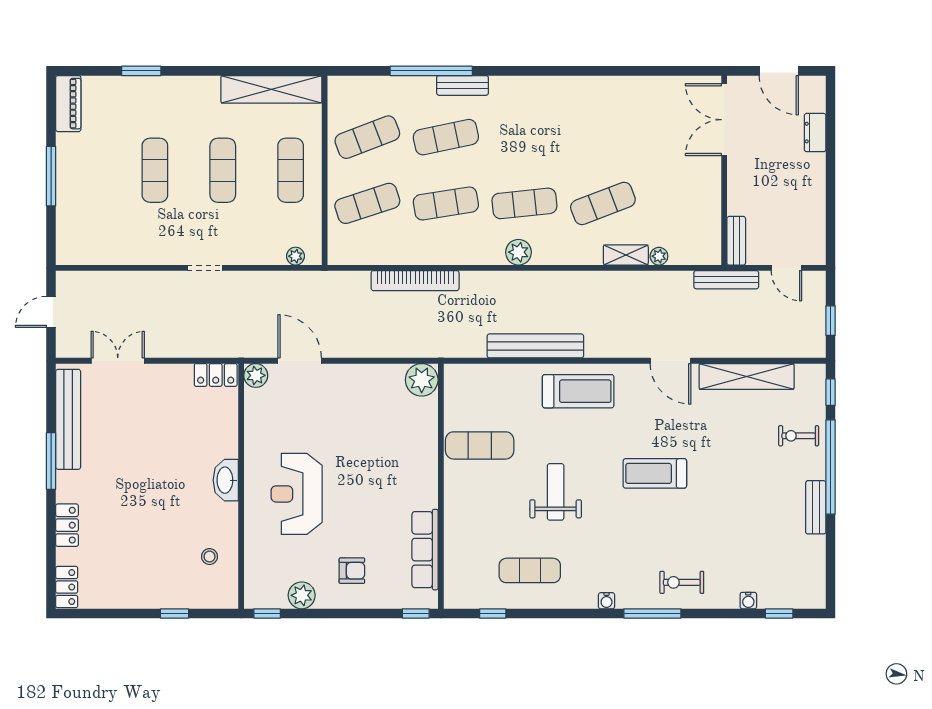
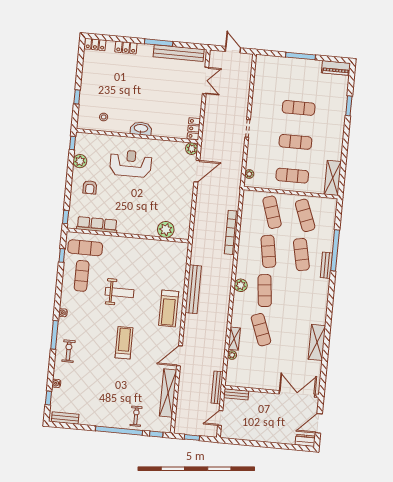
shelving: (271, 89) -> (333, 178), width x0.68
shelving: (618, 90) -> (317, 342), added
dresser: (815, 133) -> (305, 440), moved
plant: (422, 380) -> (166, 230), moved
exercise mat: (480, 445) -> (85, 248), moved, turned 90
bench: (816, 507) -> (65, 418), moved

